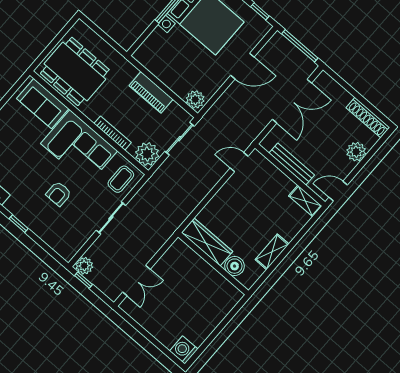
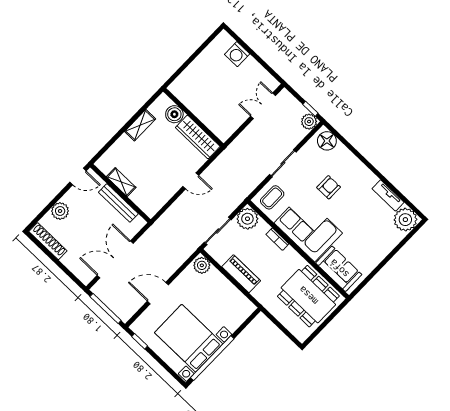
bookcase: (113, 133) -> (277, 239), width x0.64
door: (239, 162) -> (191, 181), moved
shelving: (305, 201) -> (121, 182), moved
window: (19, 224) -> (366, 162), removed
floor lamp: (63, 245) -> (327, 141), added
washing machine: (184, 350) -> (237, 54), moved, turned 90

